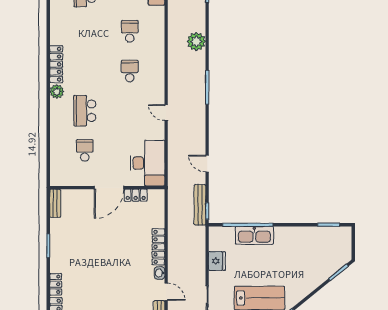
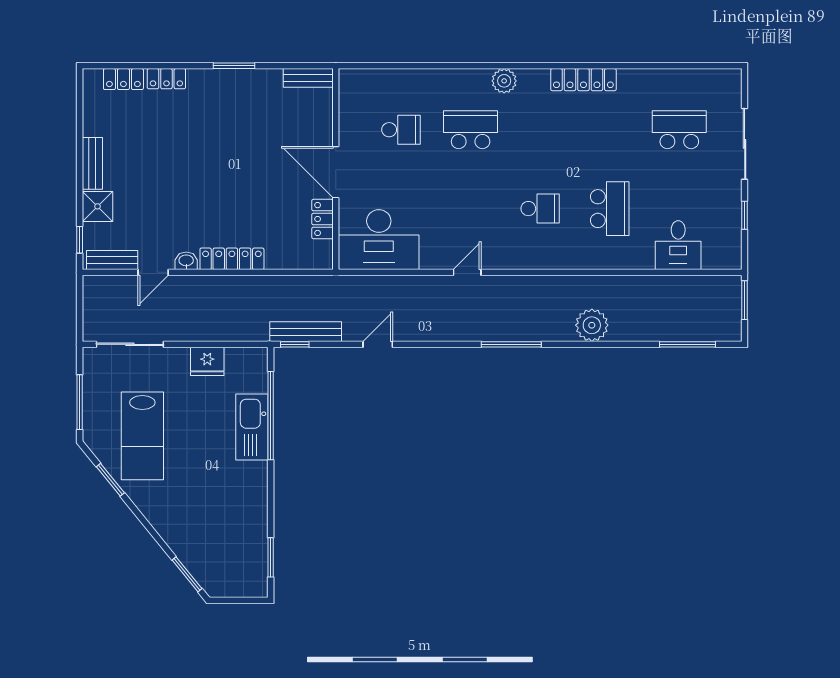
school desk: (130, 31) -> (610, 209), width x1.85
locker: (56, 64) -> (583, 80), moved

